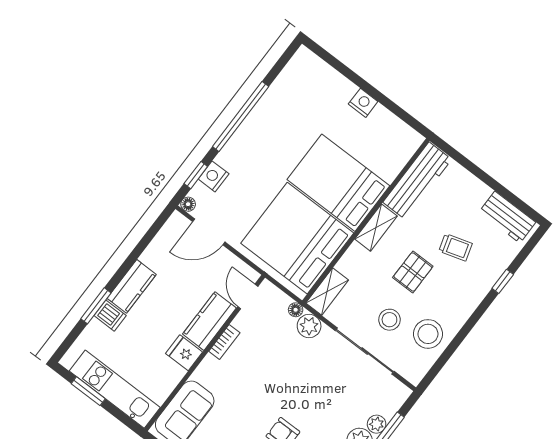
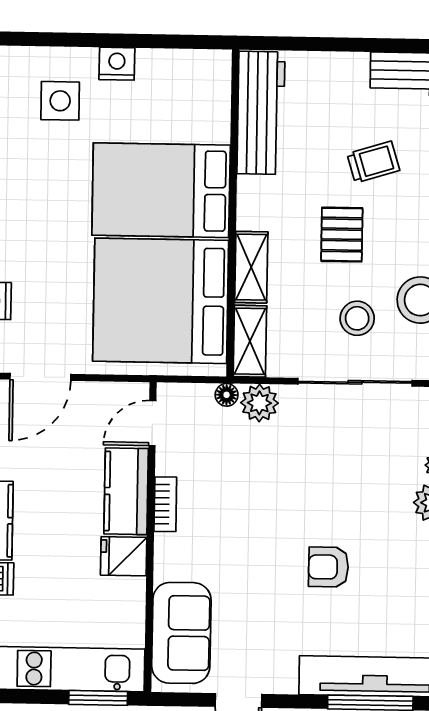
side table: (321, 100) -> (60, 101), added
shelving: (376, 228) -> (251, 267), moved
door: (248, 296) -> (152, 423), hinge flipped
window: (88, 391) -> (98, 698), moved

